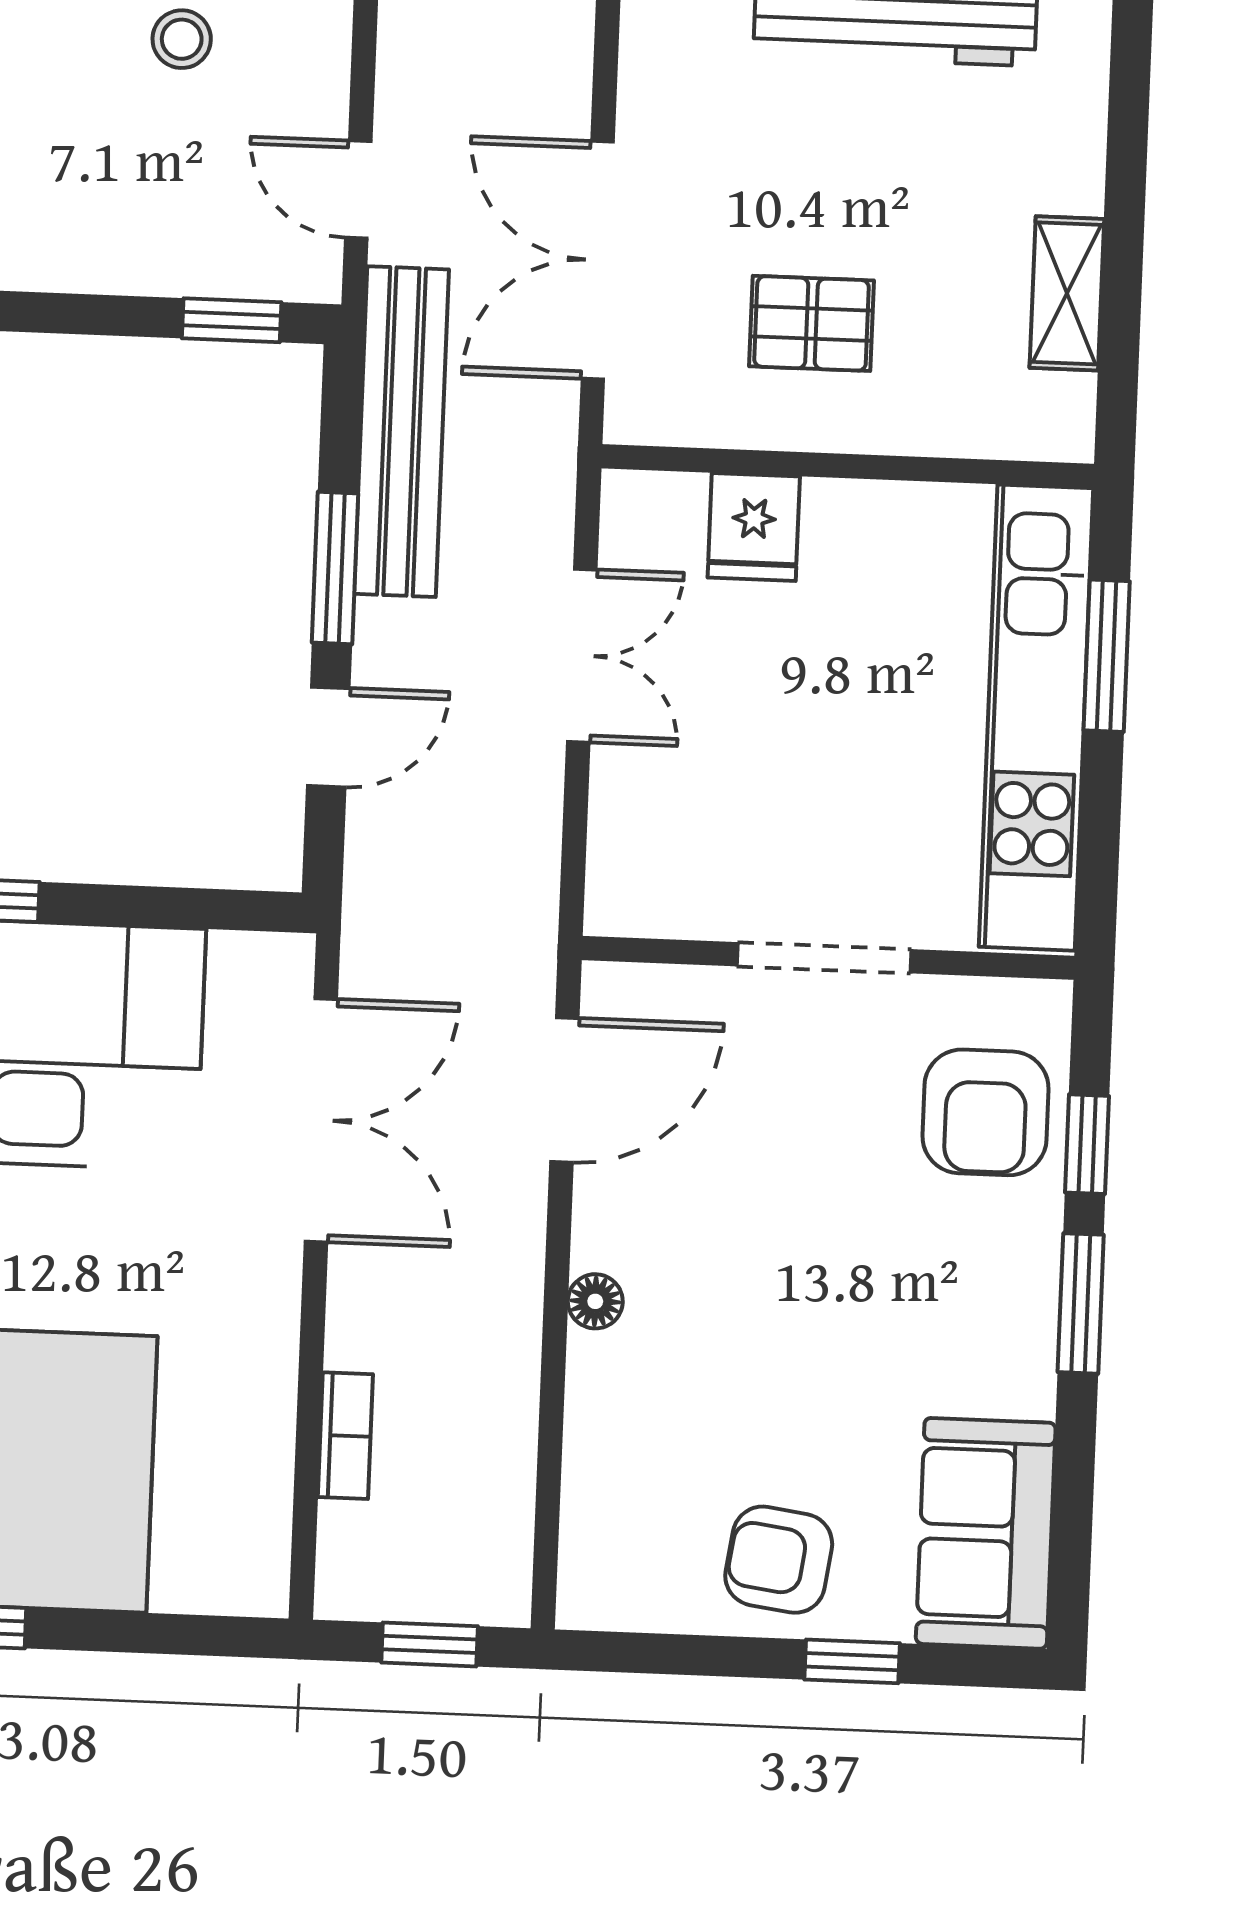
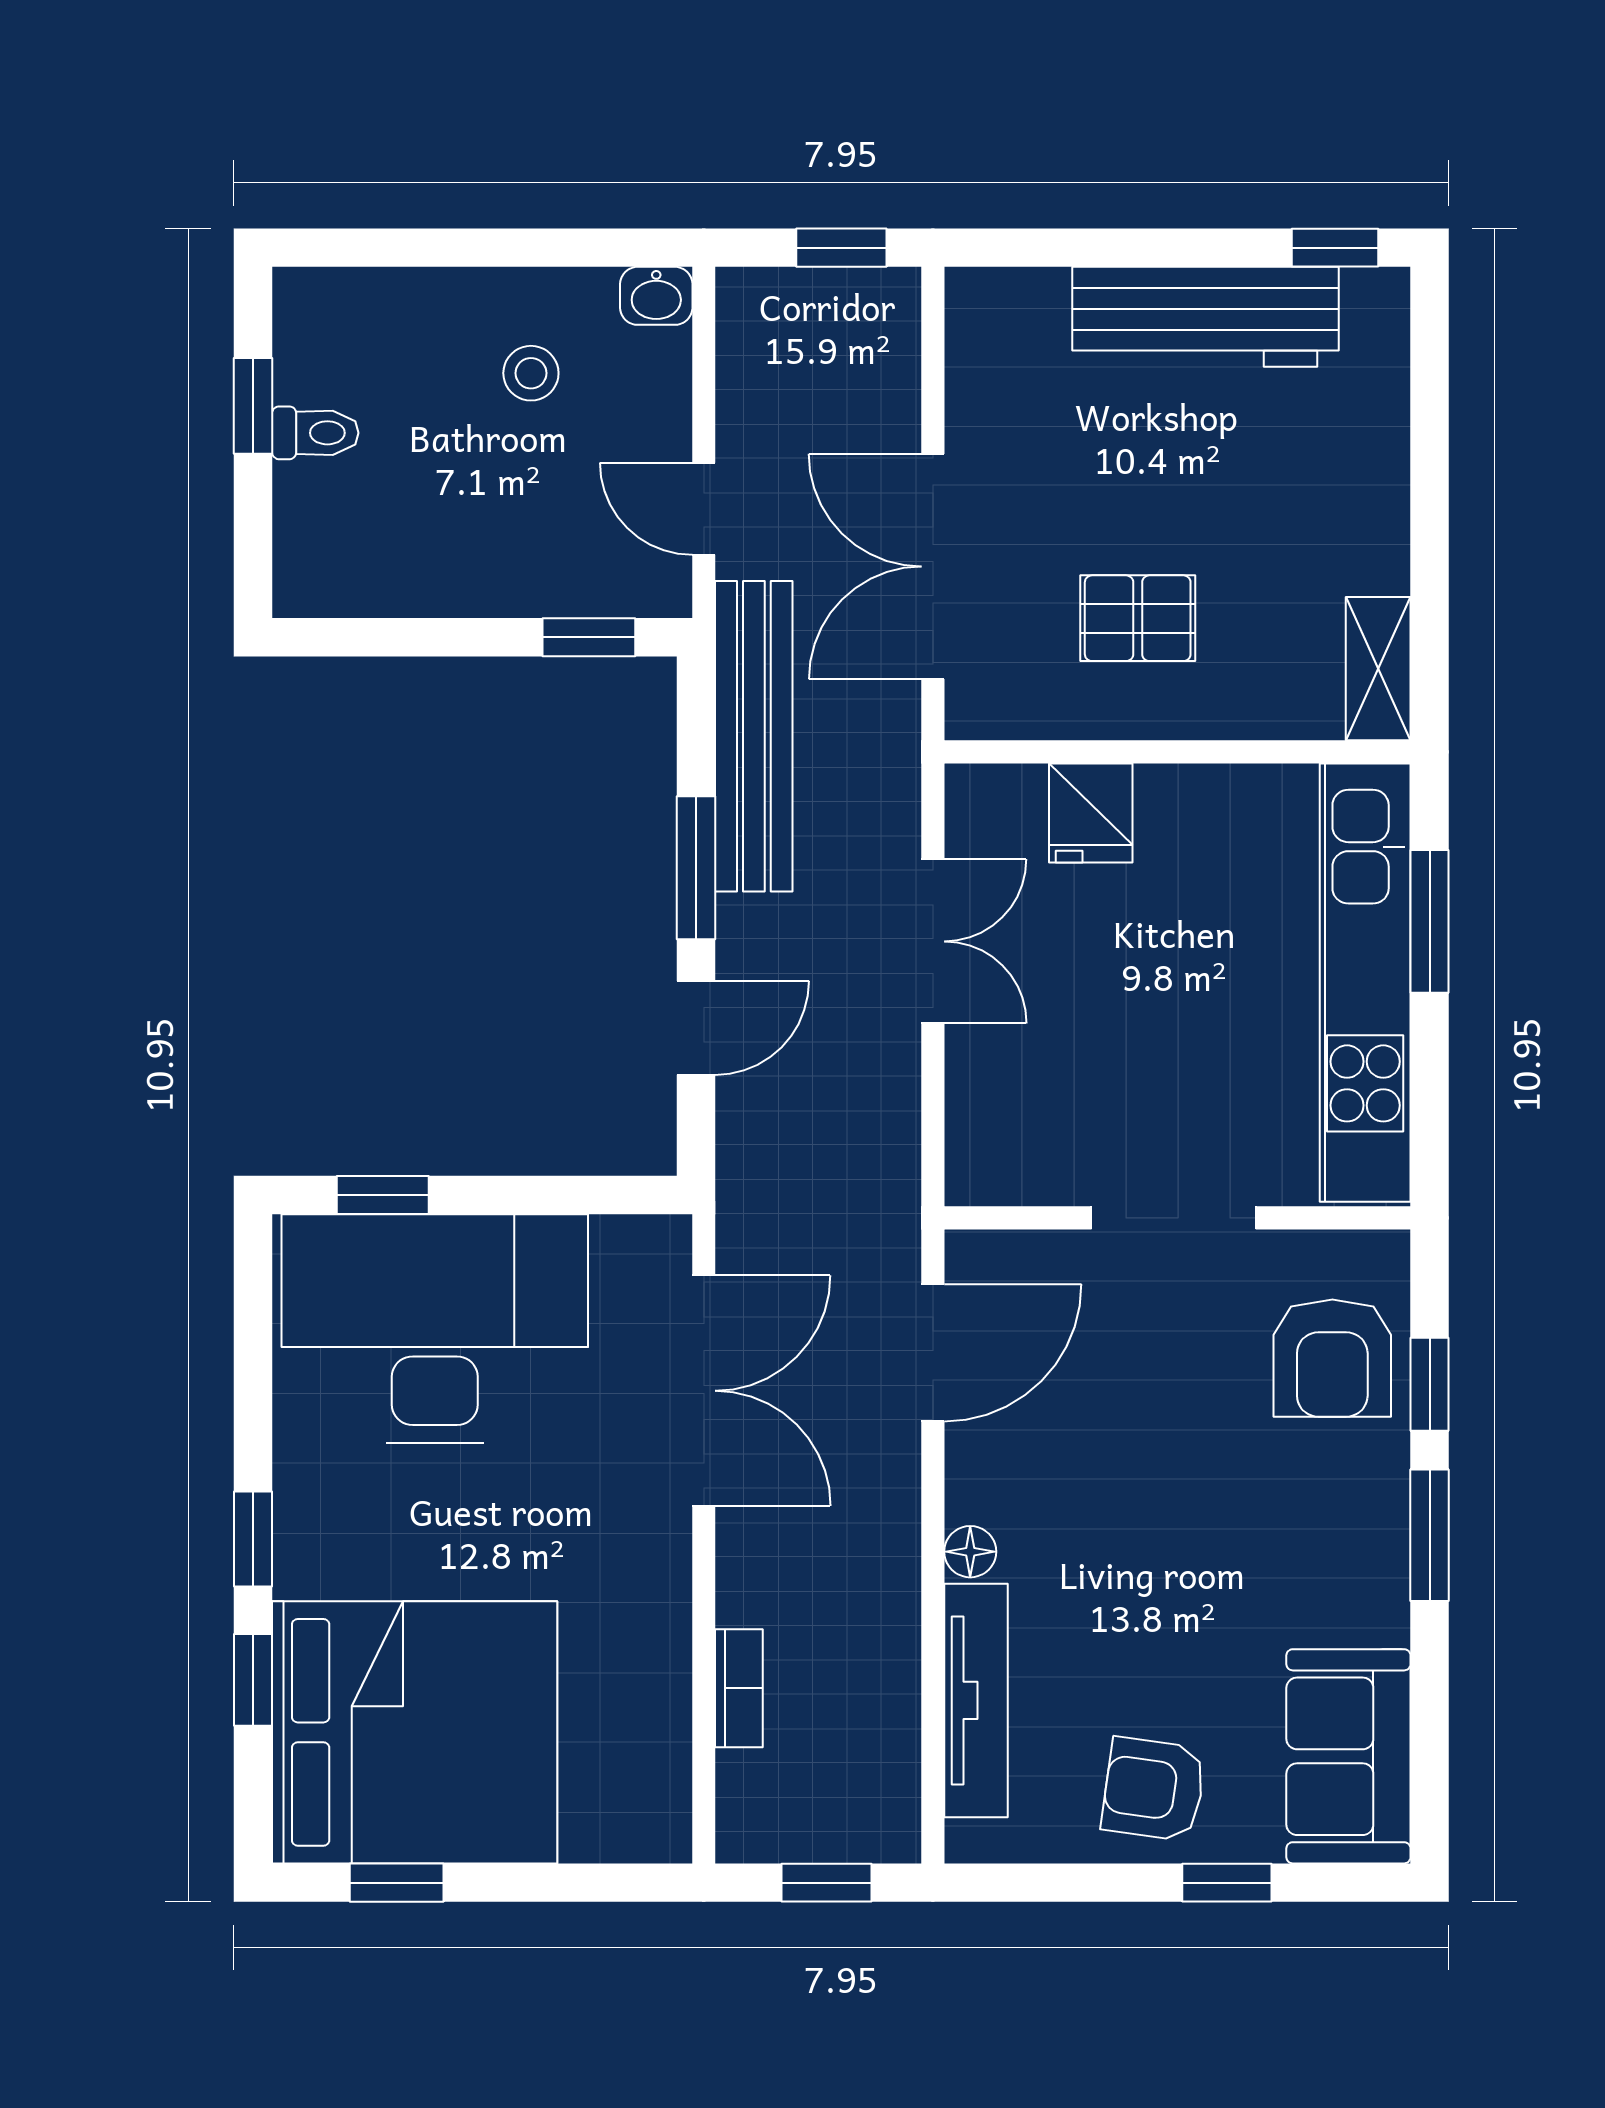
shelving: (1067, 293) -> (1378, 669), moved
tv unit: (595, 1459) -> (976, 1700), added

